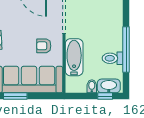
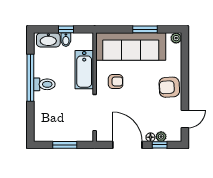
toilet: (113, 58) -> (44, 84), moved
window: (105, 96) -> (66, 29), moved

